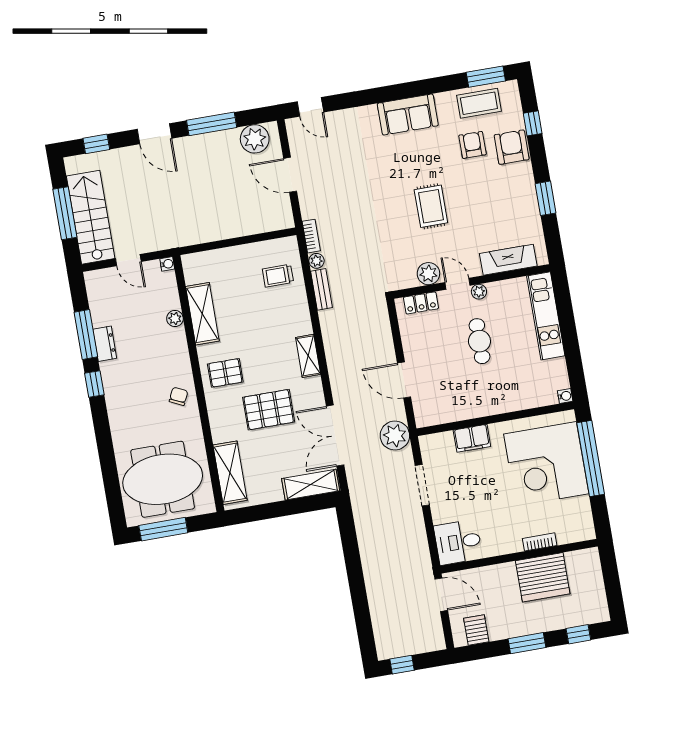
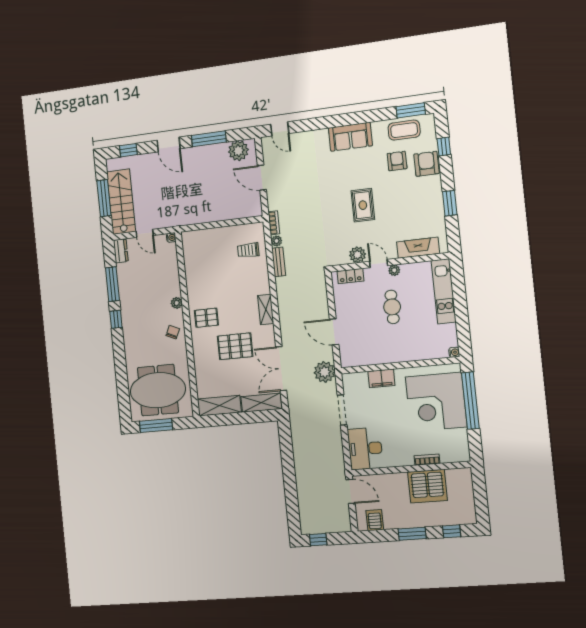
shelving: (202, 314) -> (193, 274), removed
plant: (175, 318) -> (177, 303), moved
dresser: (105, 344) -> (121, 251), moved
shelving: (230, 473) -> (219, 406), moved, turned 90
desk: (458, 542) -> (365, 449), width x1.37

